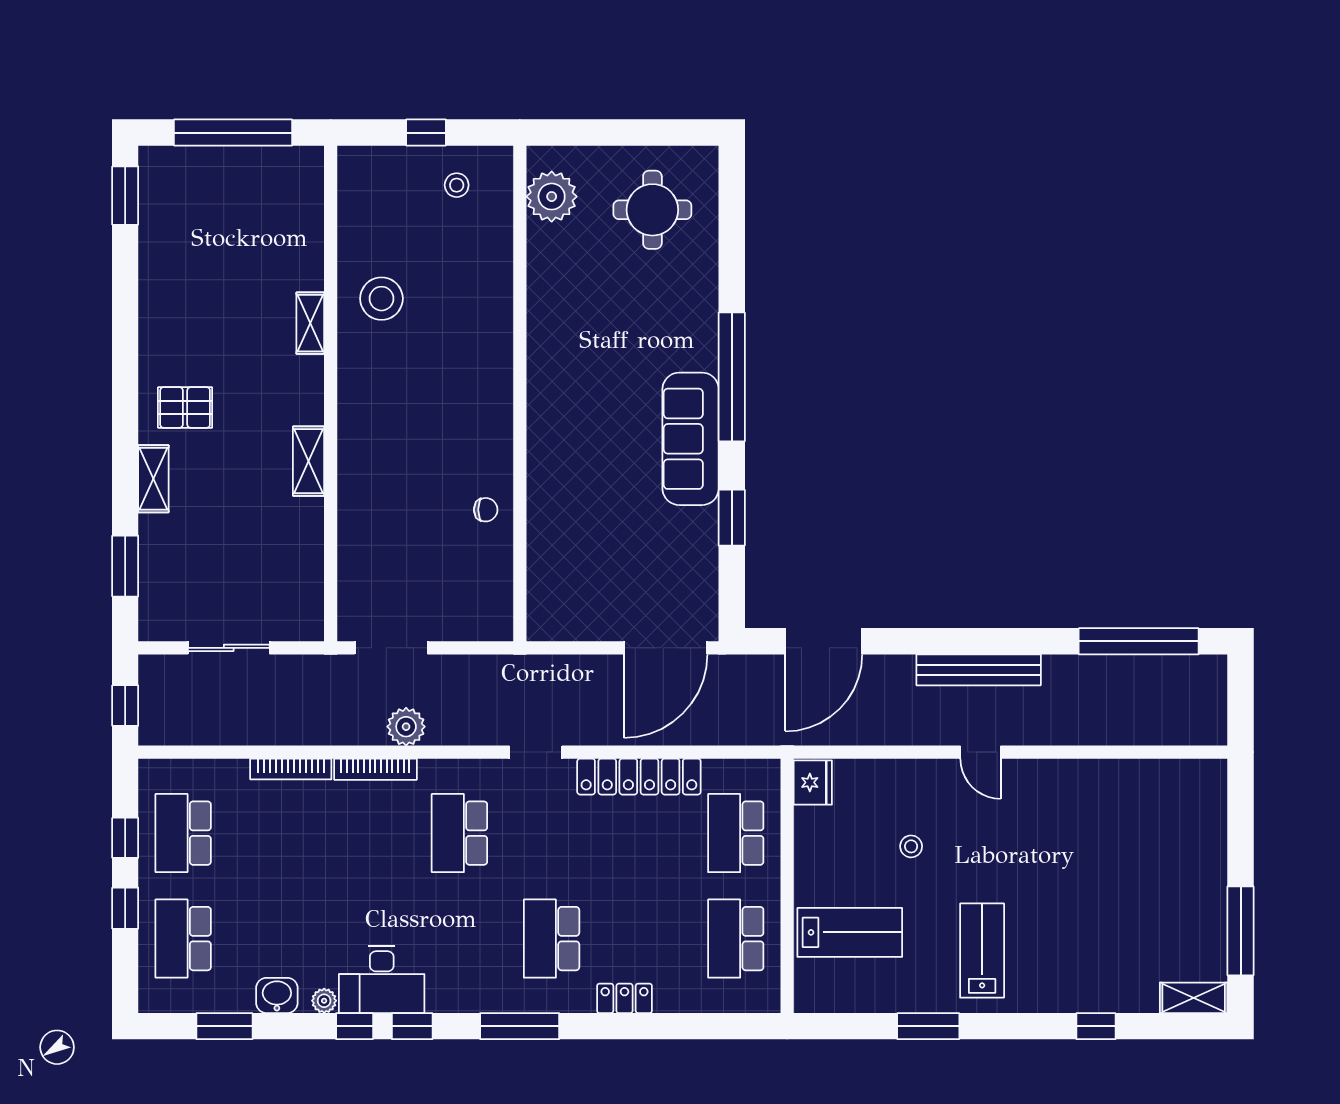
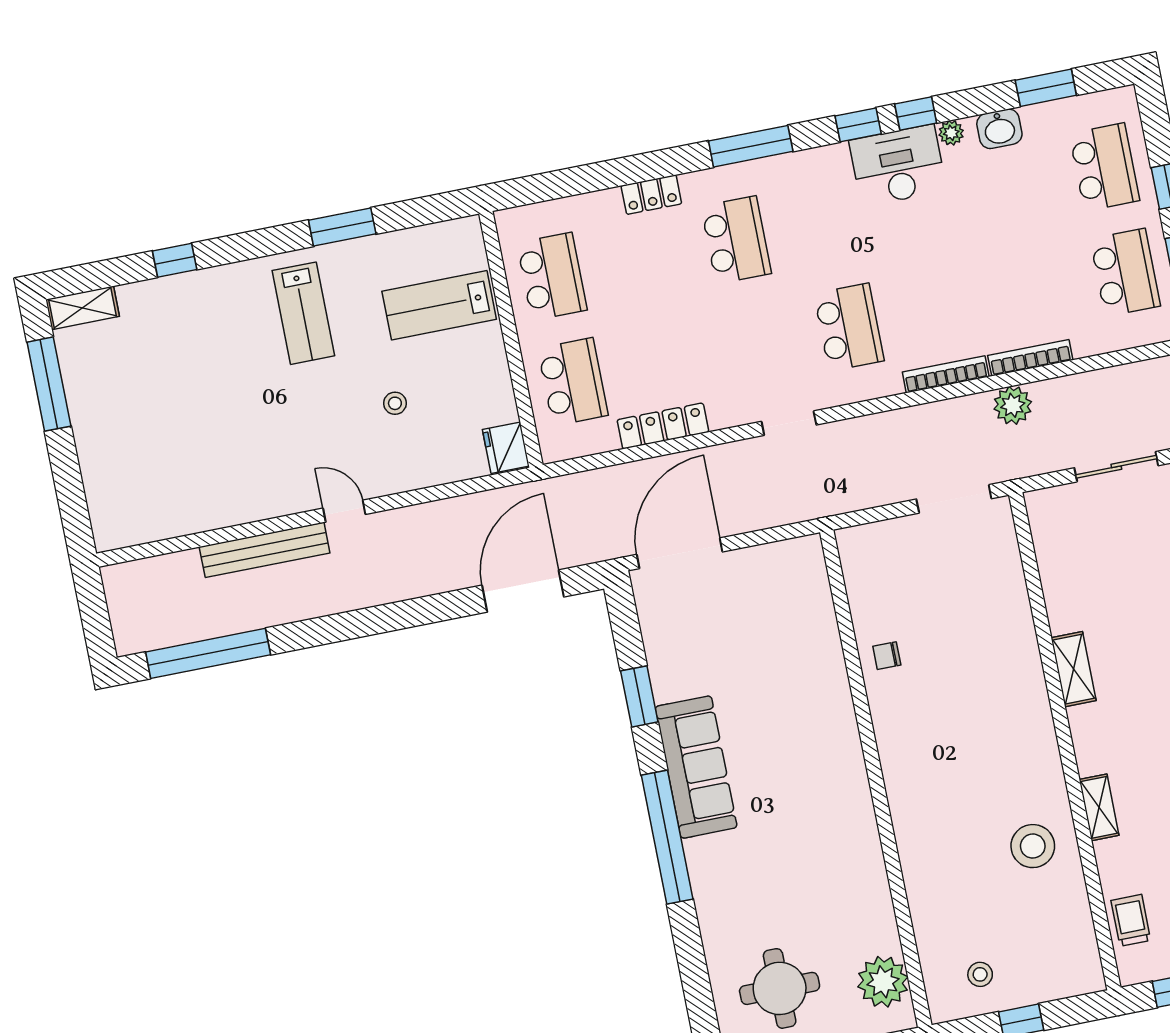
trolley: (301, 208) -> (1131, 920), added
bench: (979, 670) -> (265, 550), moved
plant: (406, 727) -> (1013, 405), moved
locker: (639, 777) -> (663, 426), width x0.71, depth x0.83

